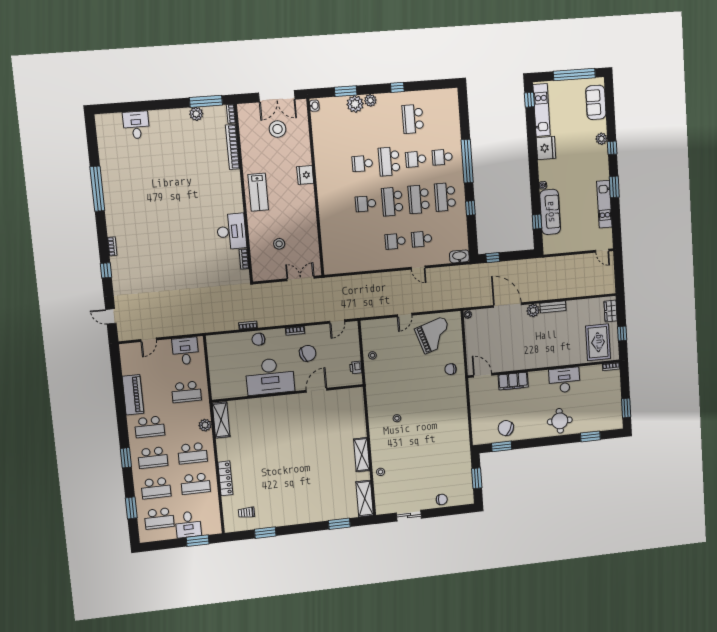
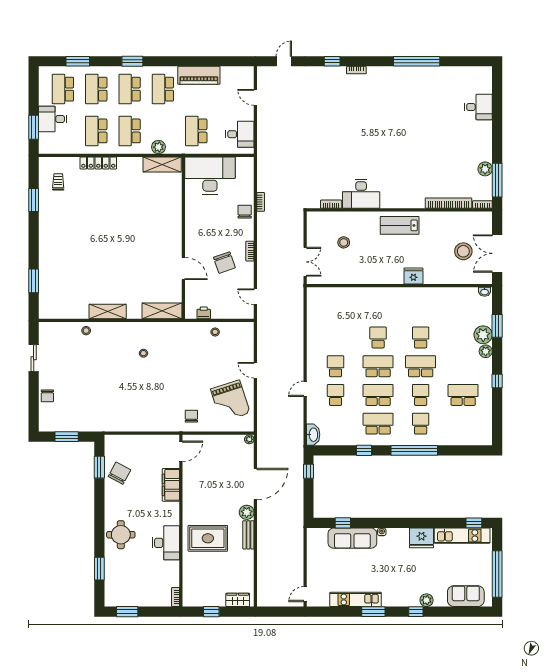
rug: (598, 342) -> (208, 538), moved
desk: (270, 376) -> (210, 176), moved, turned 90
shelving: (365, 499) -> (162, 311), moved

